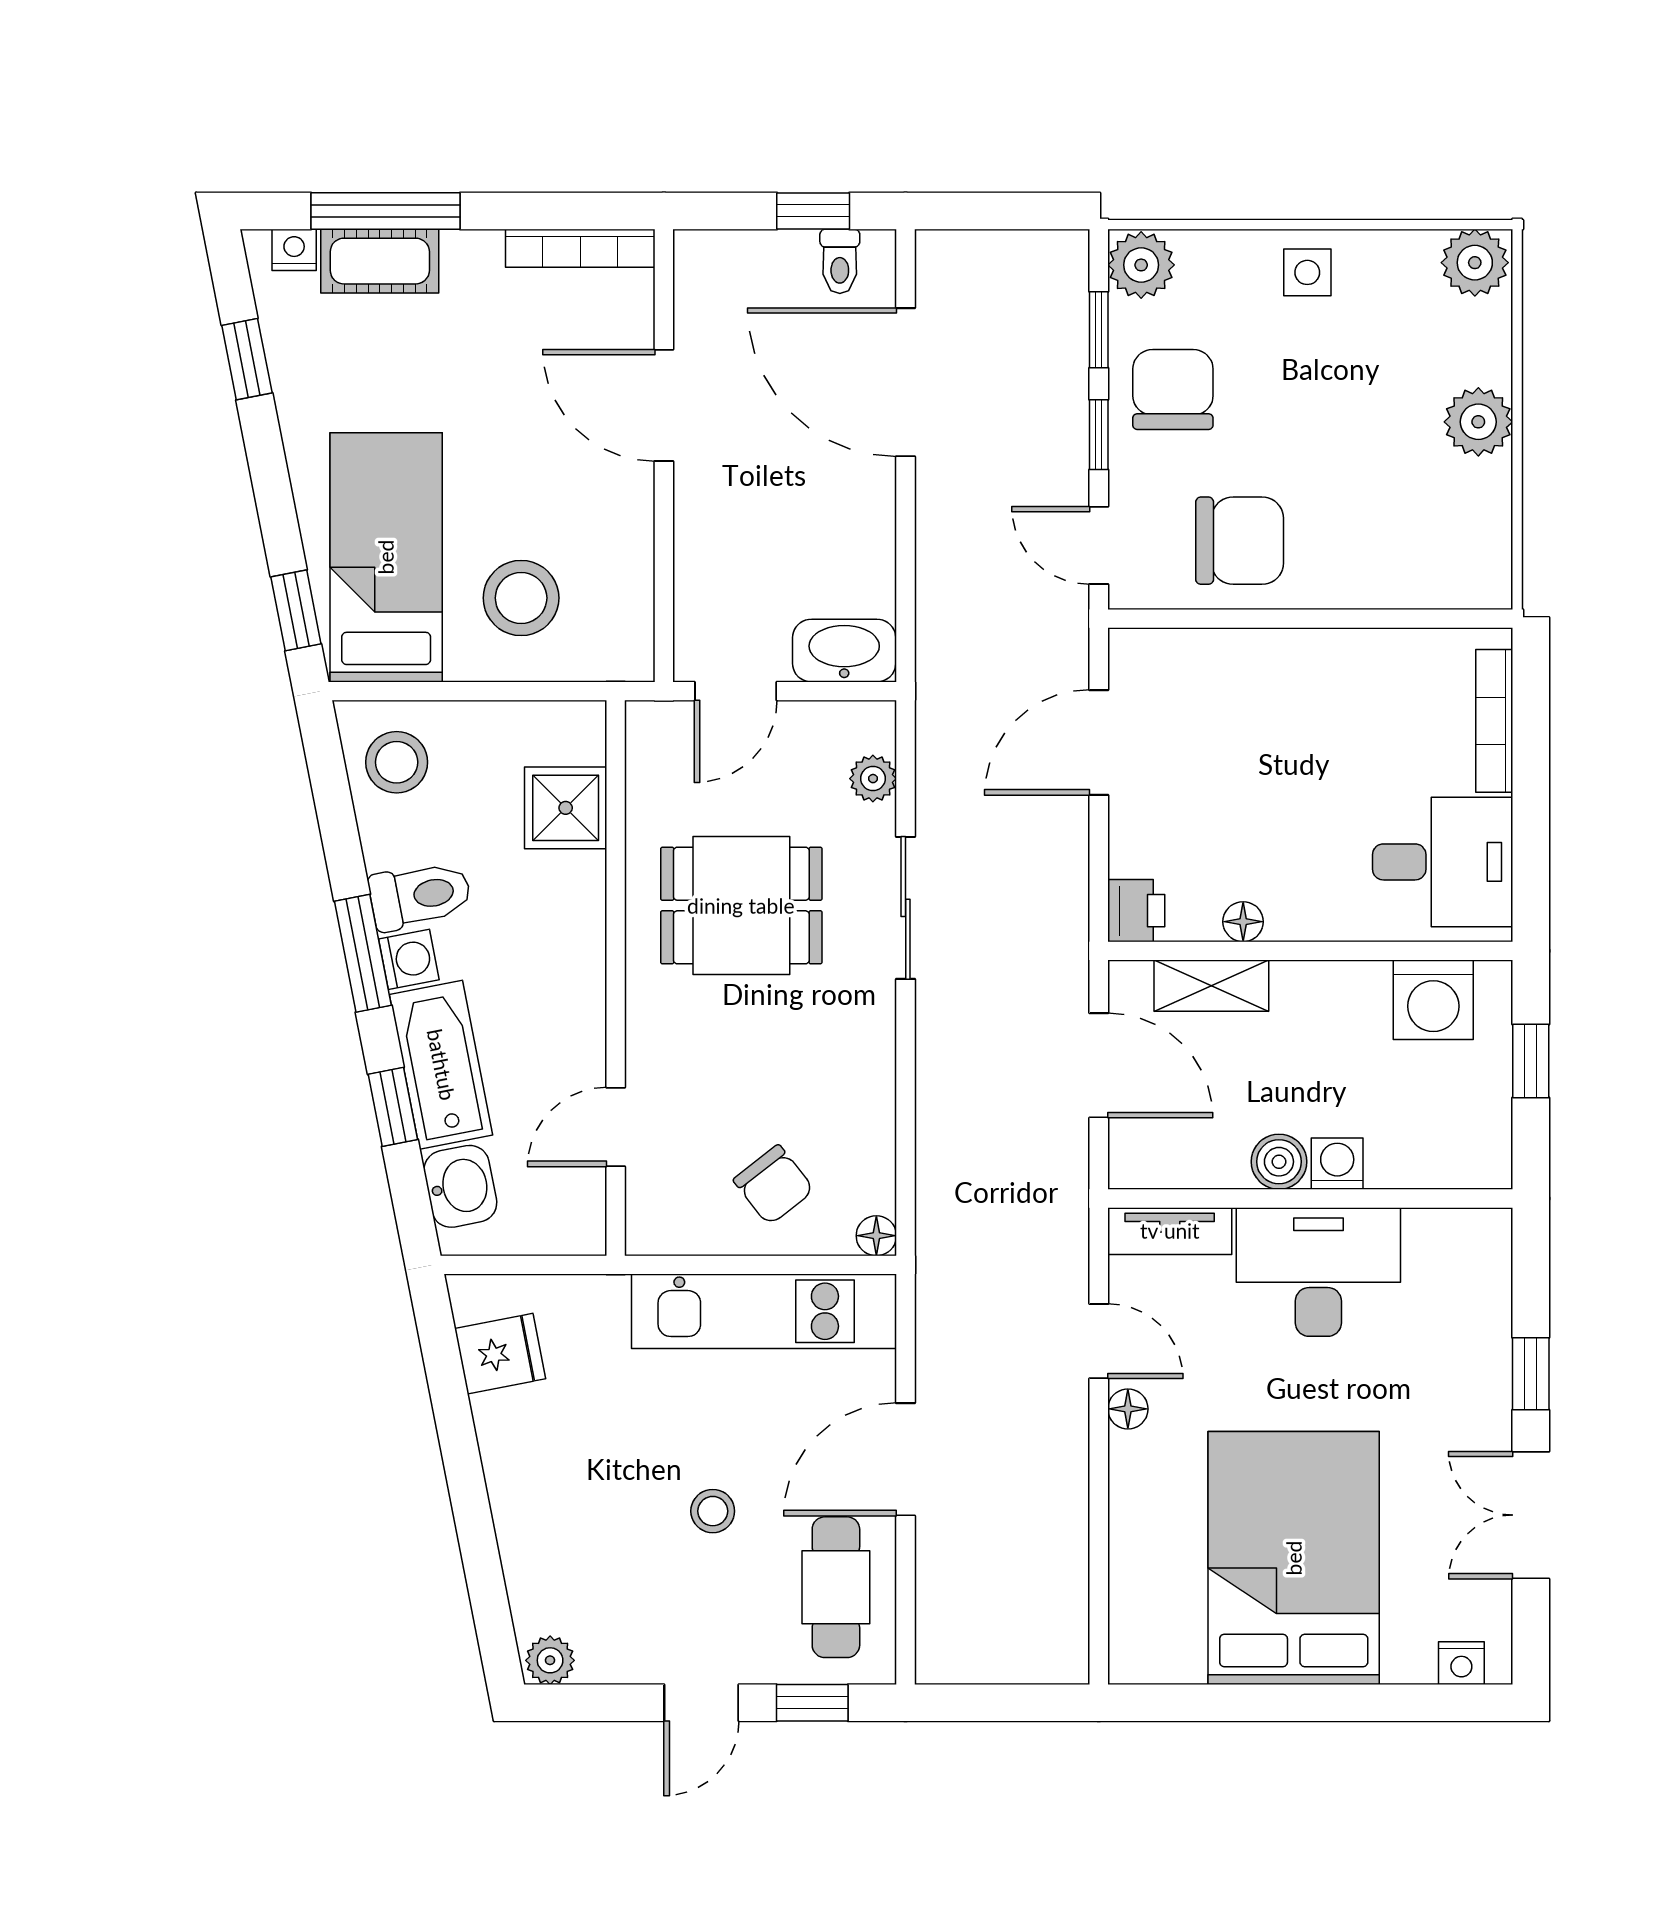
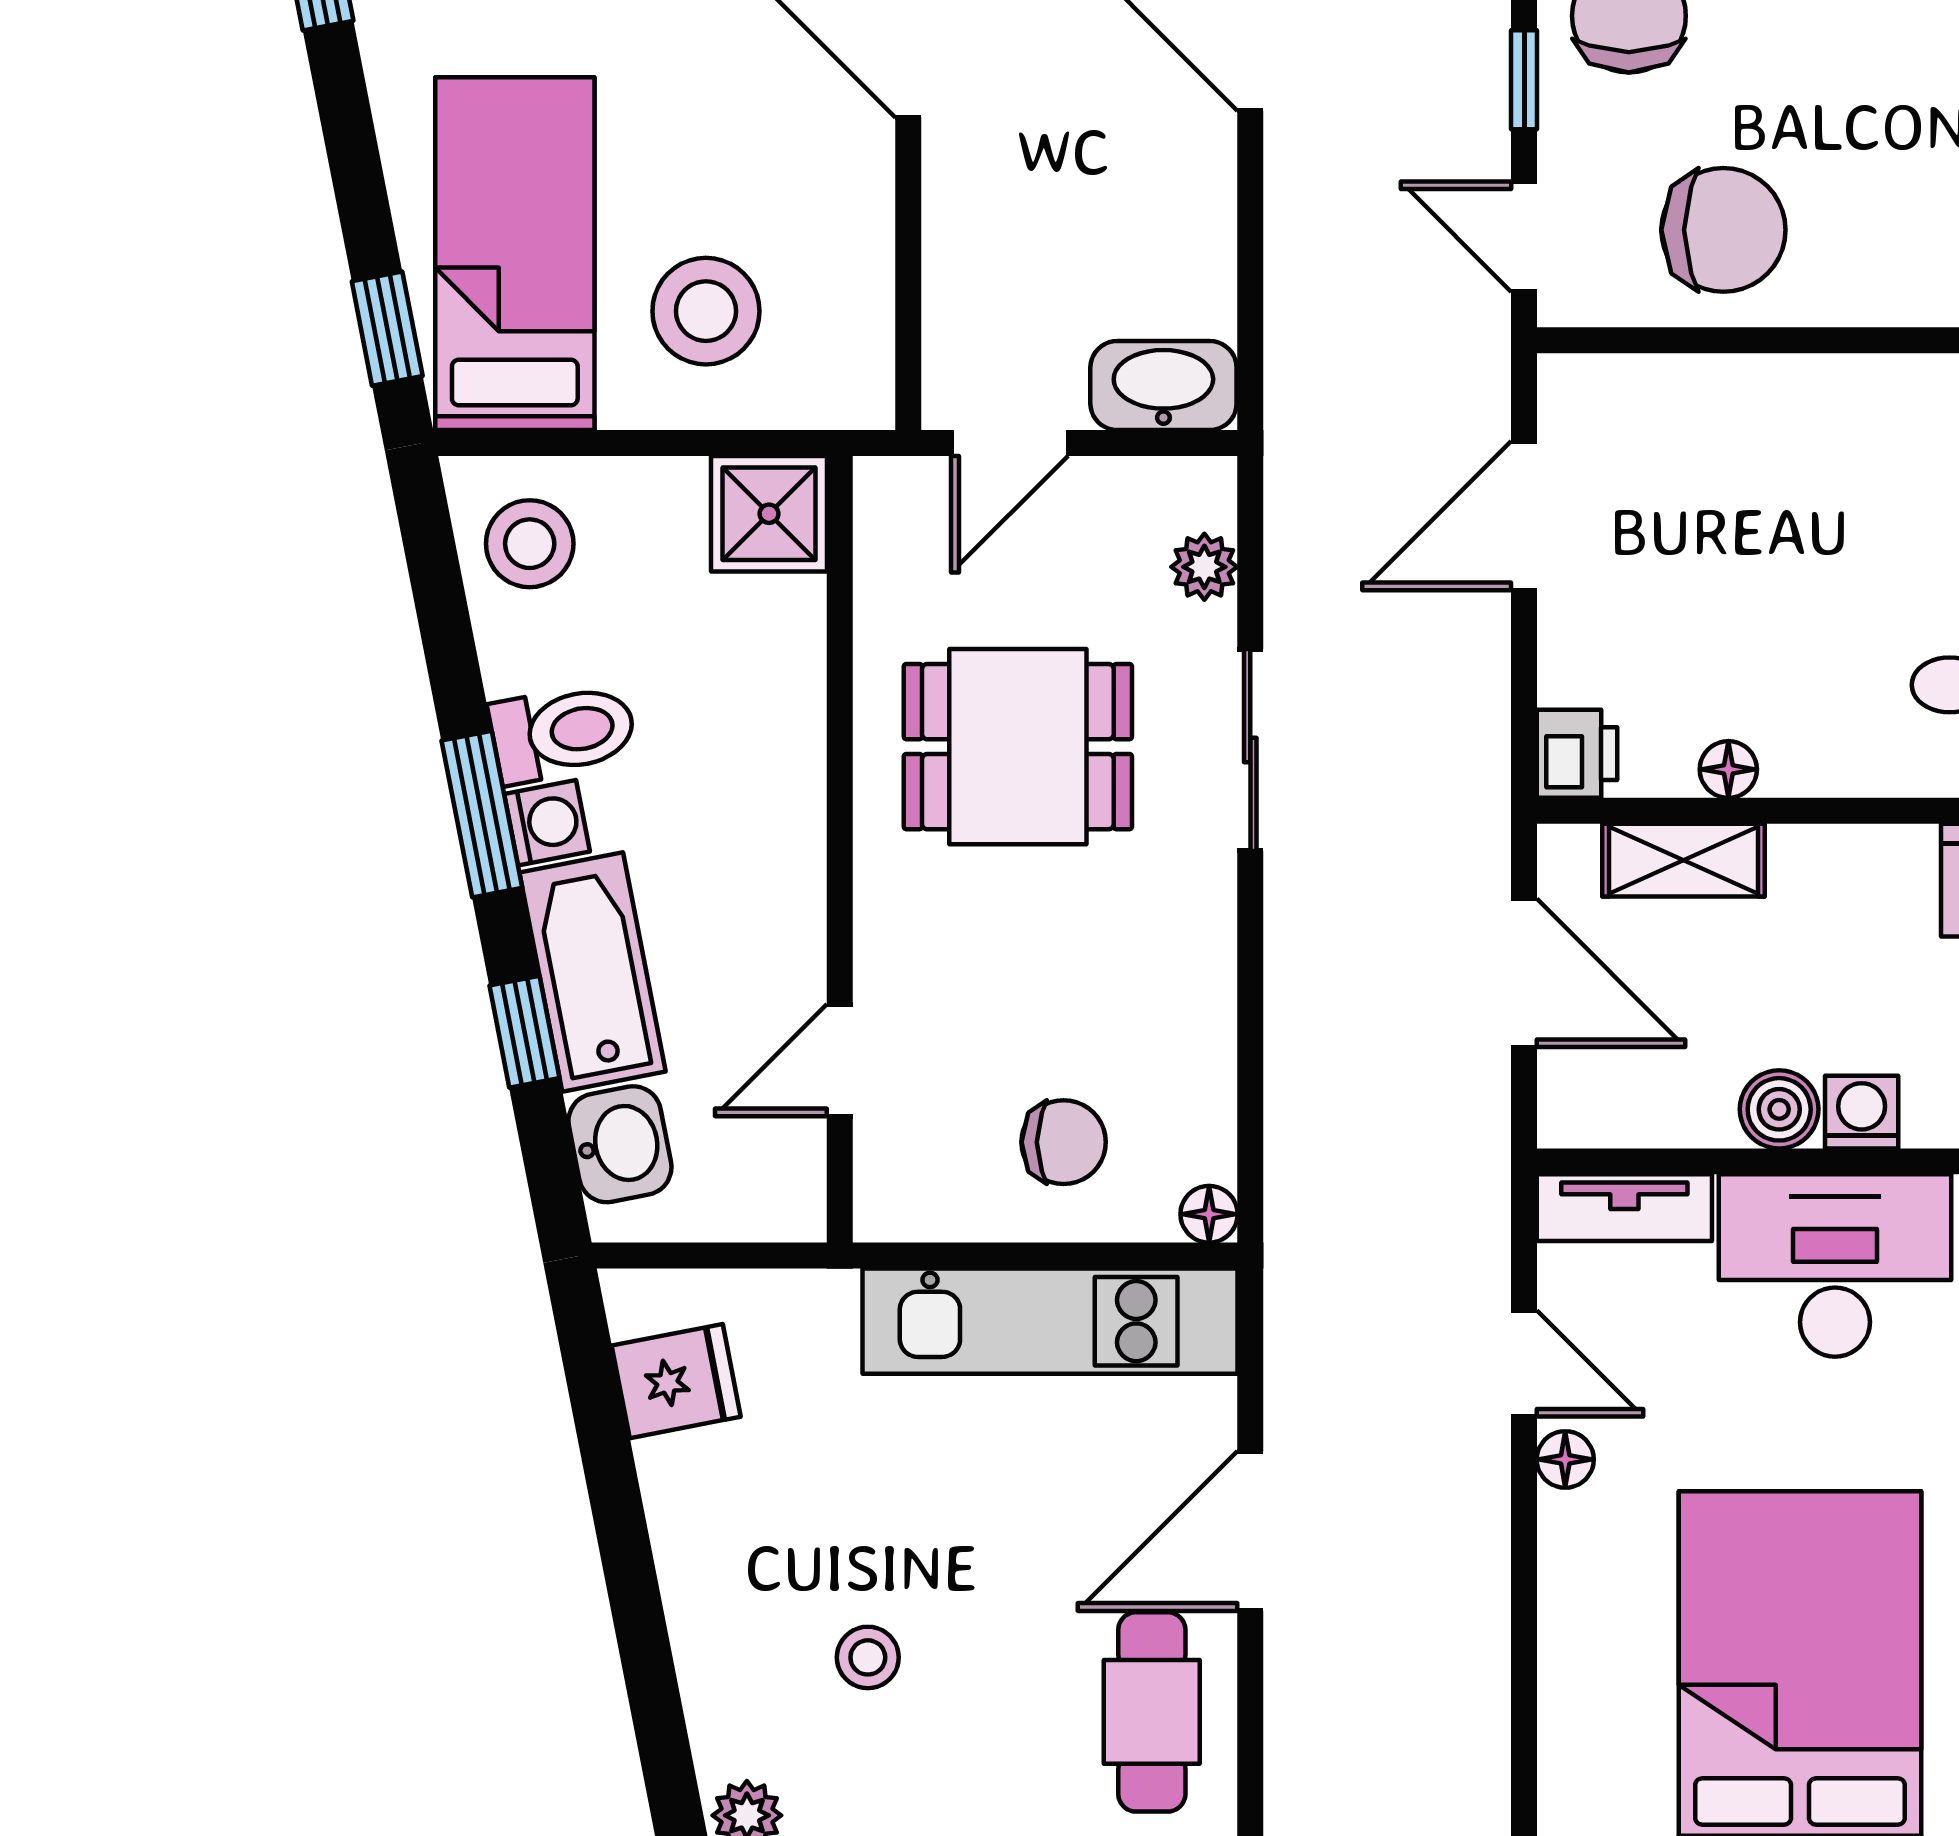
shower: (566, 808) -> (769, 514), moved
chair: (774, 1185) -> (1064, 1142), turned -52
stool: (713, 1511) -> (868, 1657), moved

